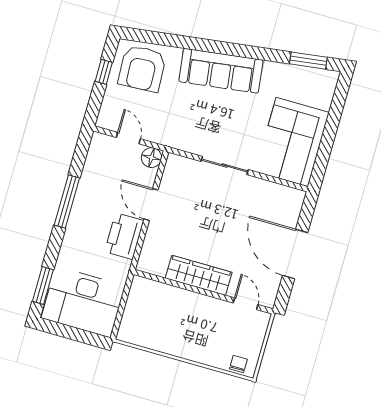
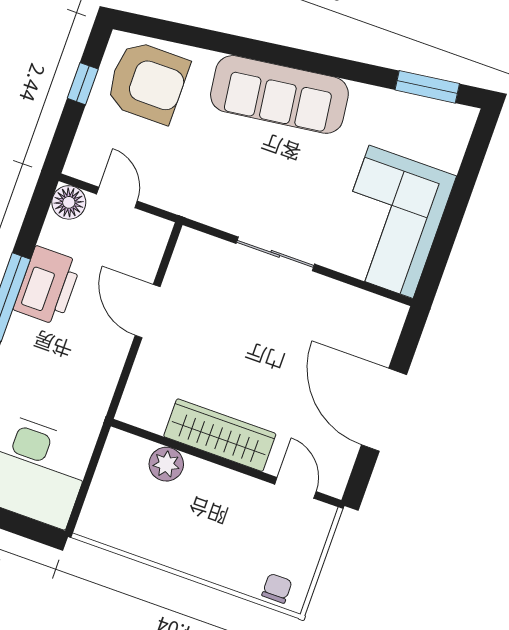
armchair: (142, 68) -> (147, 82), turned -87
floor lamp: (151, 158) -> (69, 202), moved
printer: (124, 236) -> (48, 286), moved, turned 180
plant: (168, 295) -> (166, 464), added

